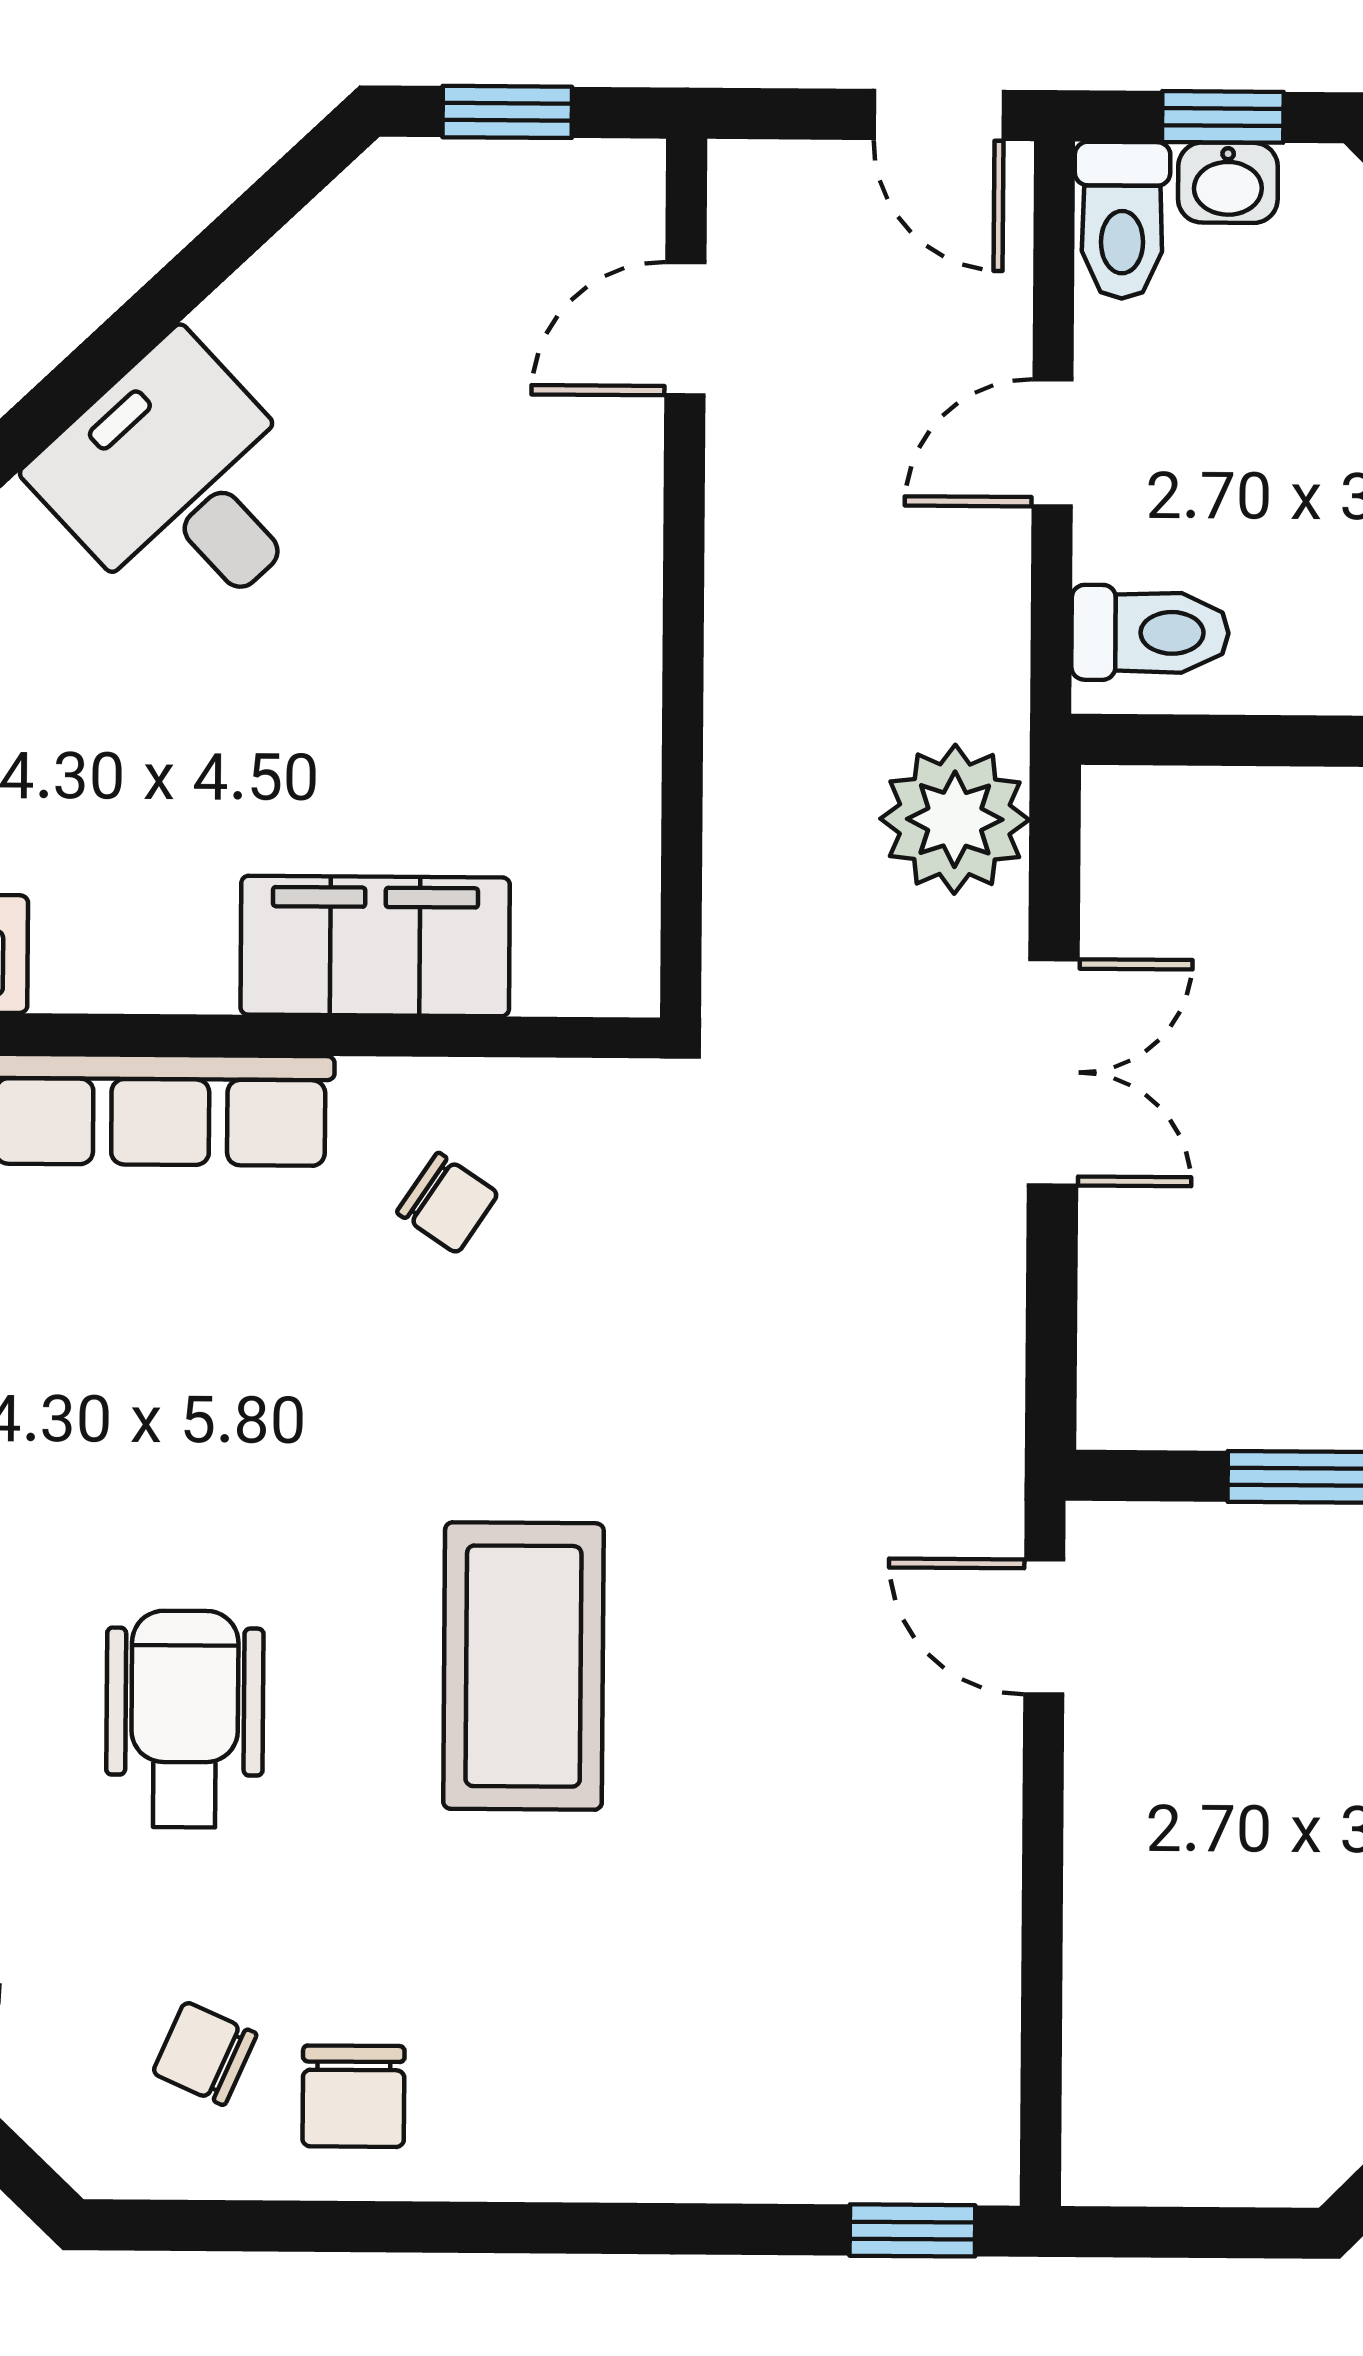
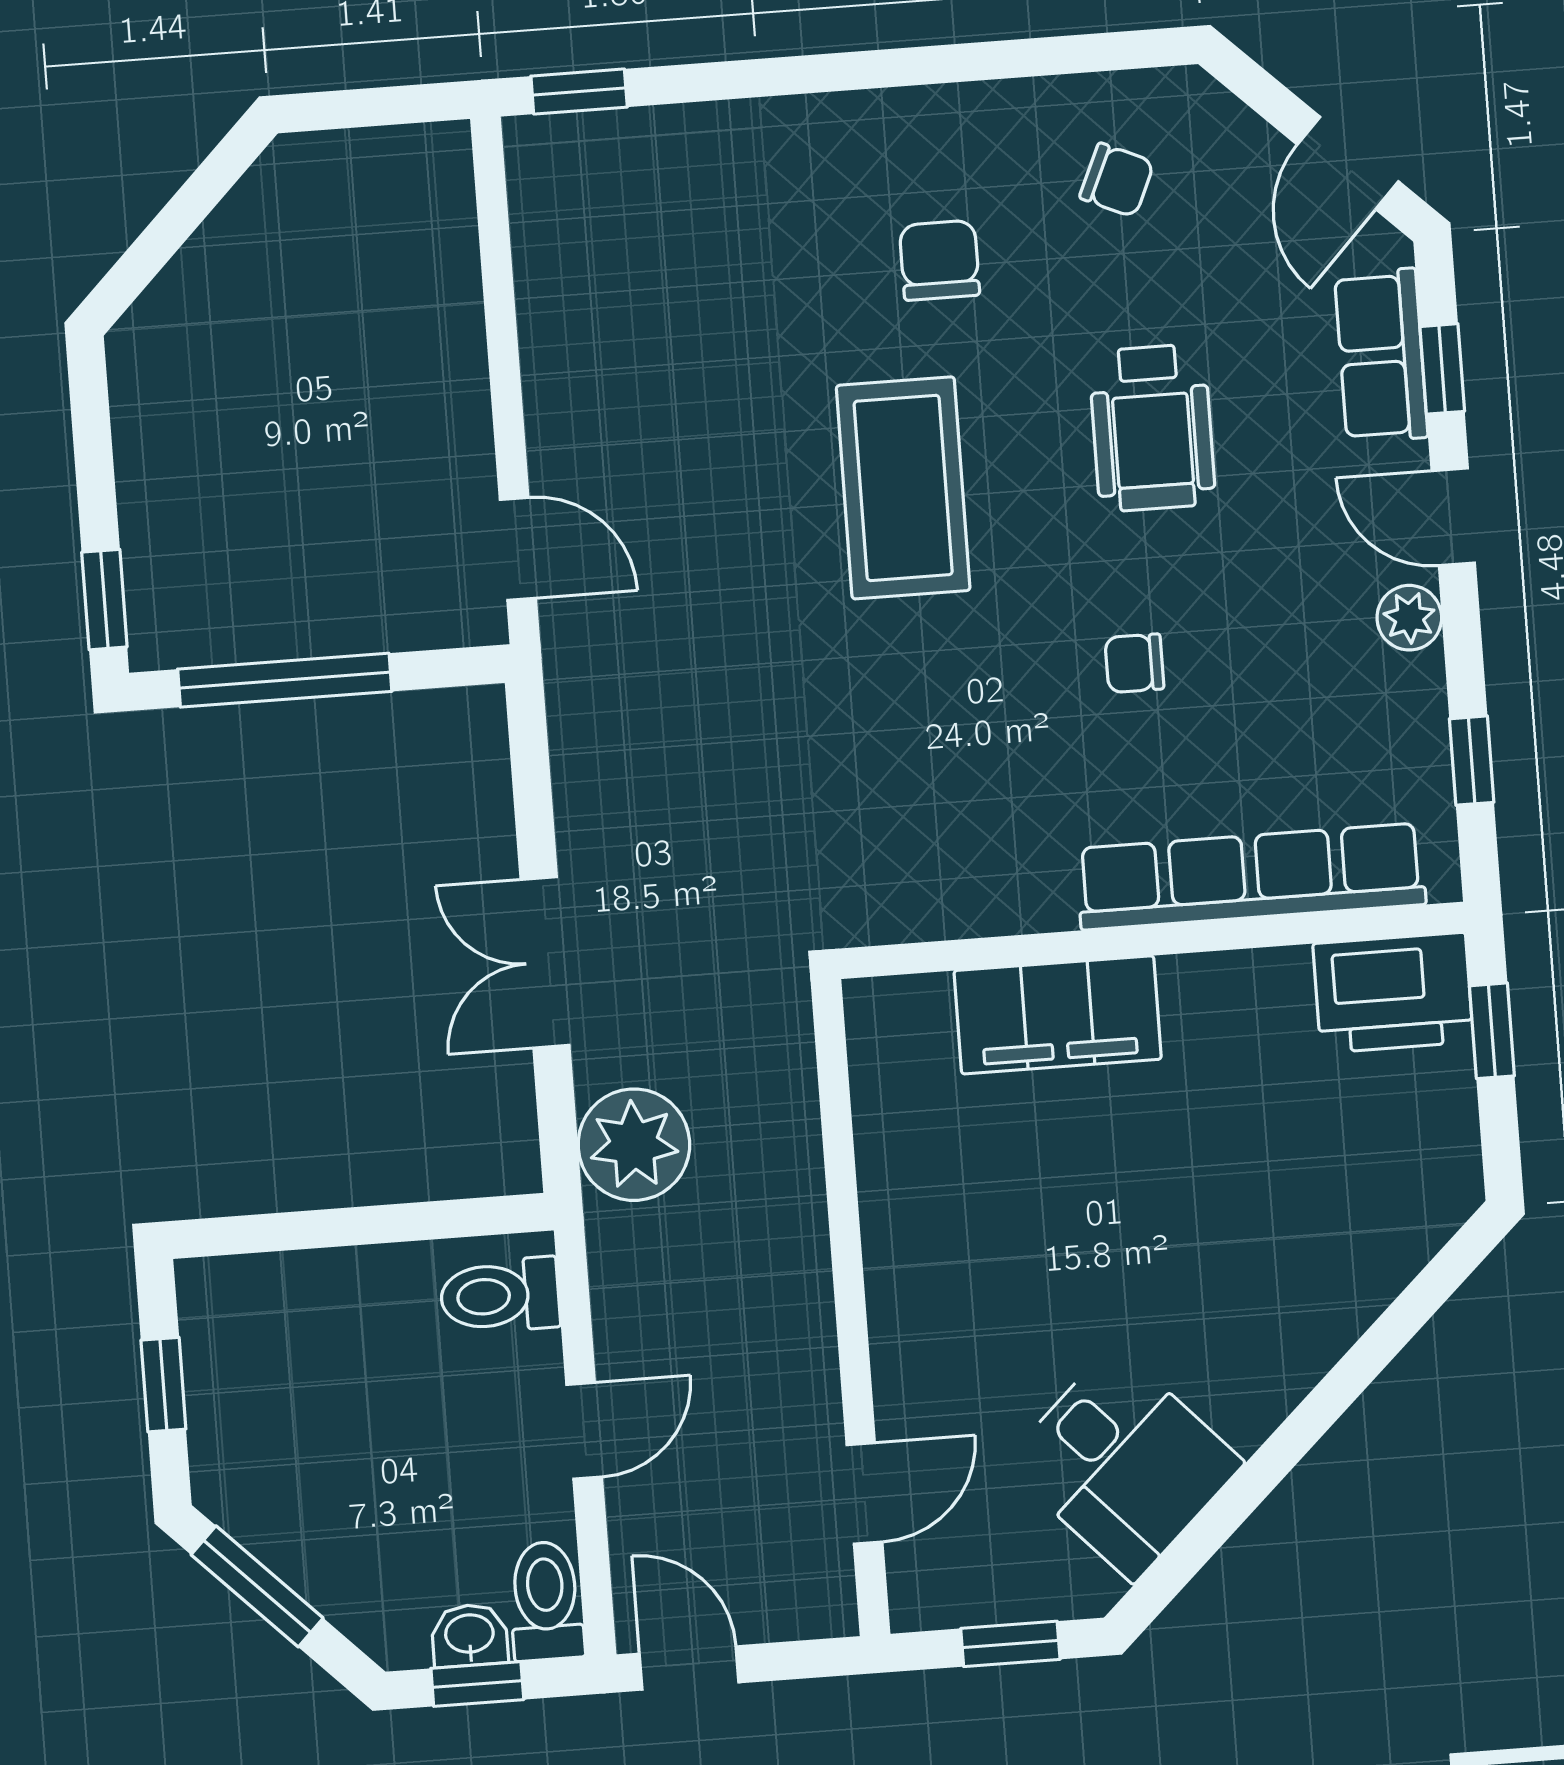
desk: (180, 485) -> (1124, 1463), moved
chair: (448, 1203) -> (1134, 663), moved, turned -34
chair: (353, 2096) -> (939, 260), moved

